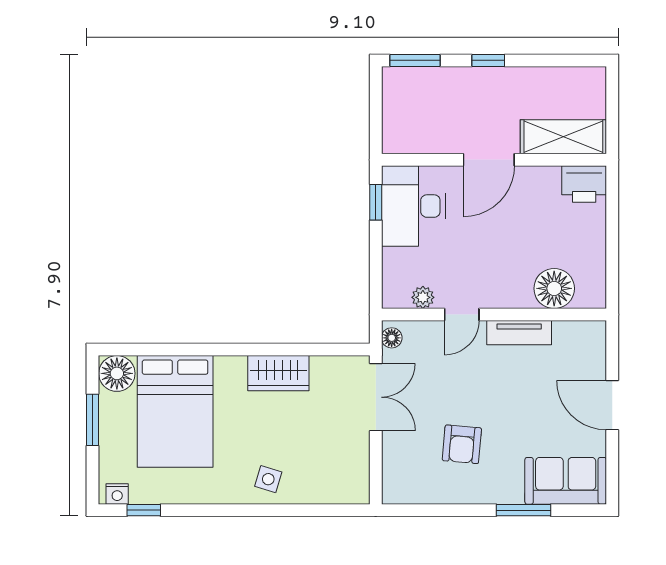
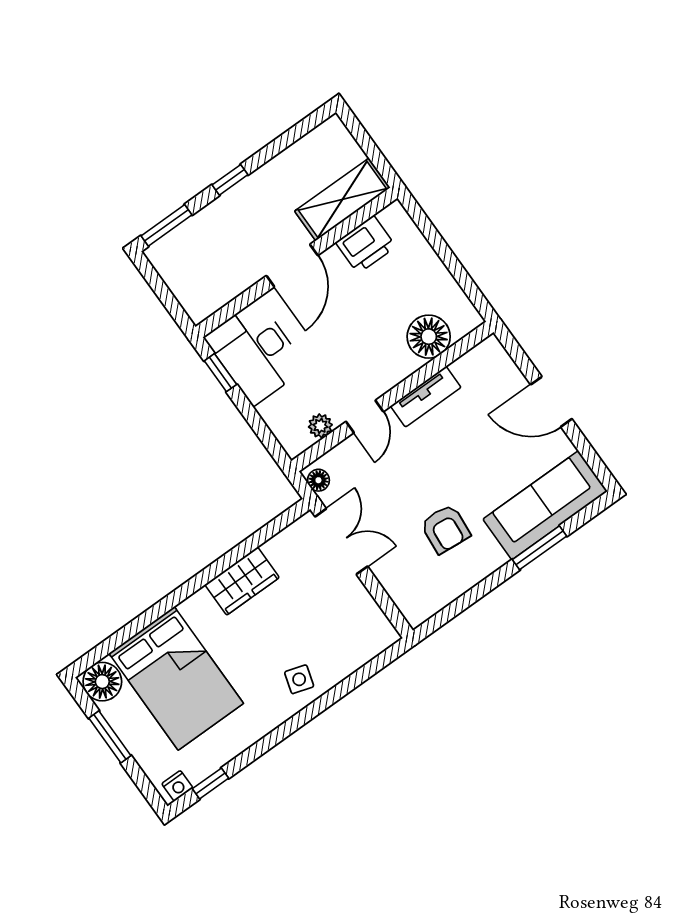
printer: (584, 184) -> (366, 245), moved
sofa: (566, 481) -> (545, 505), width x1.36

